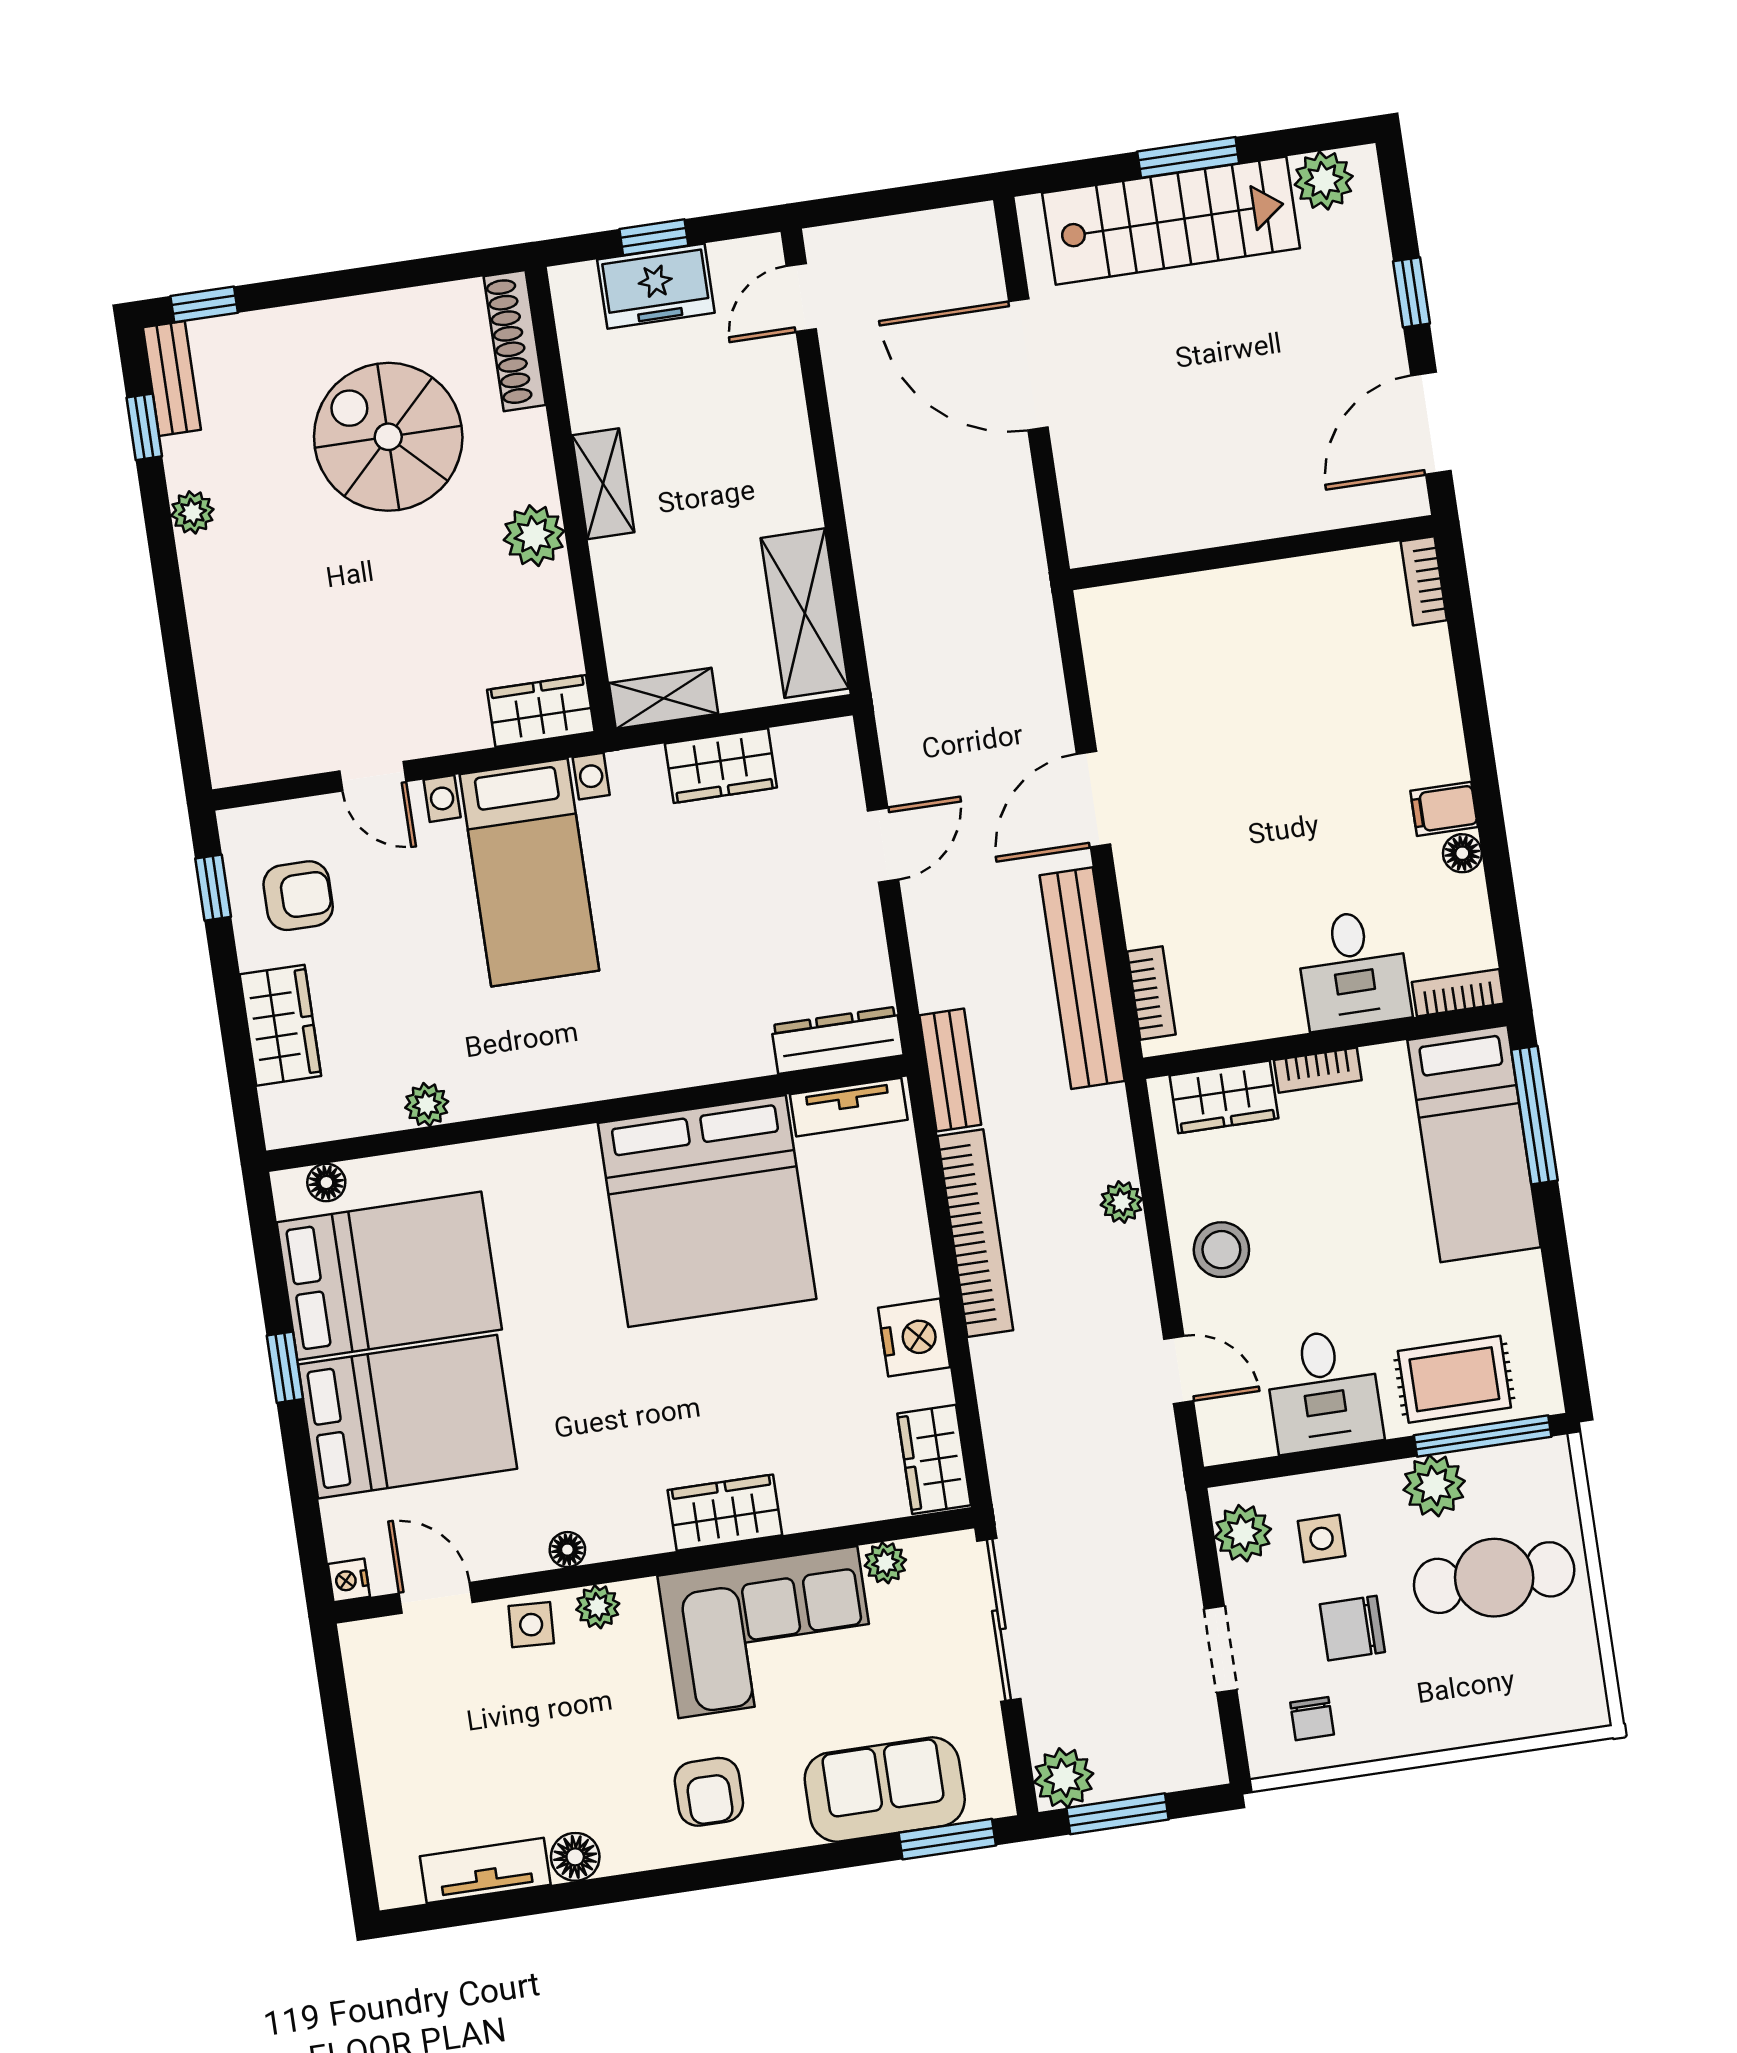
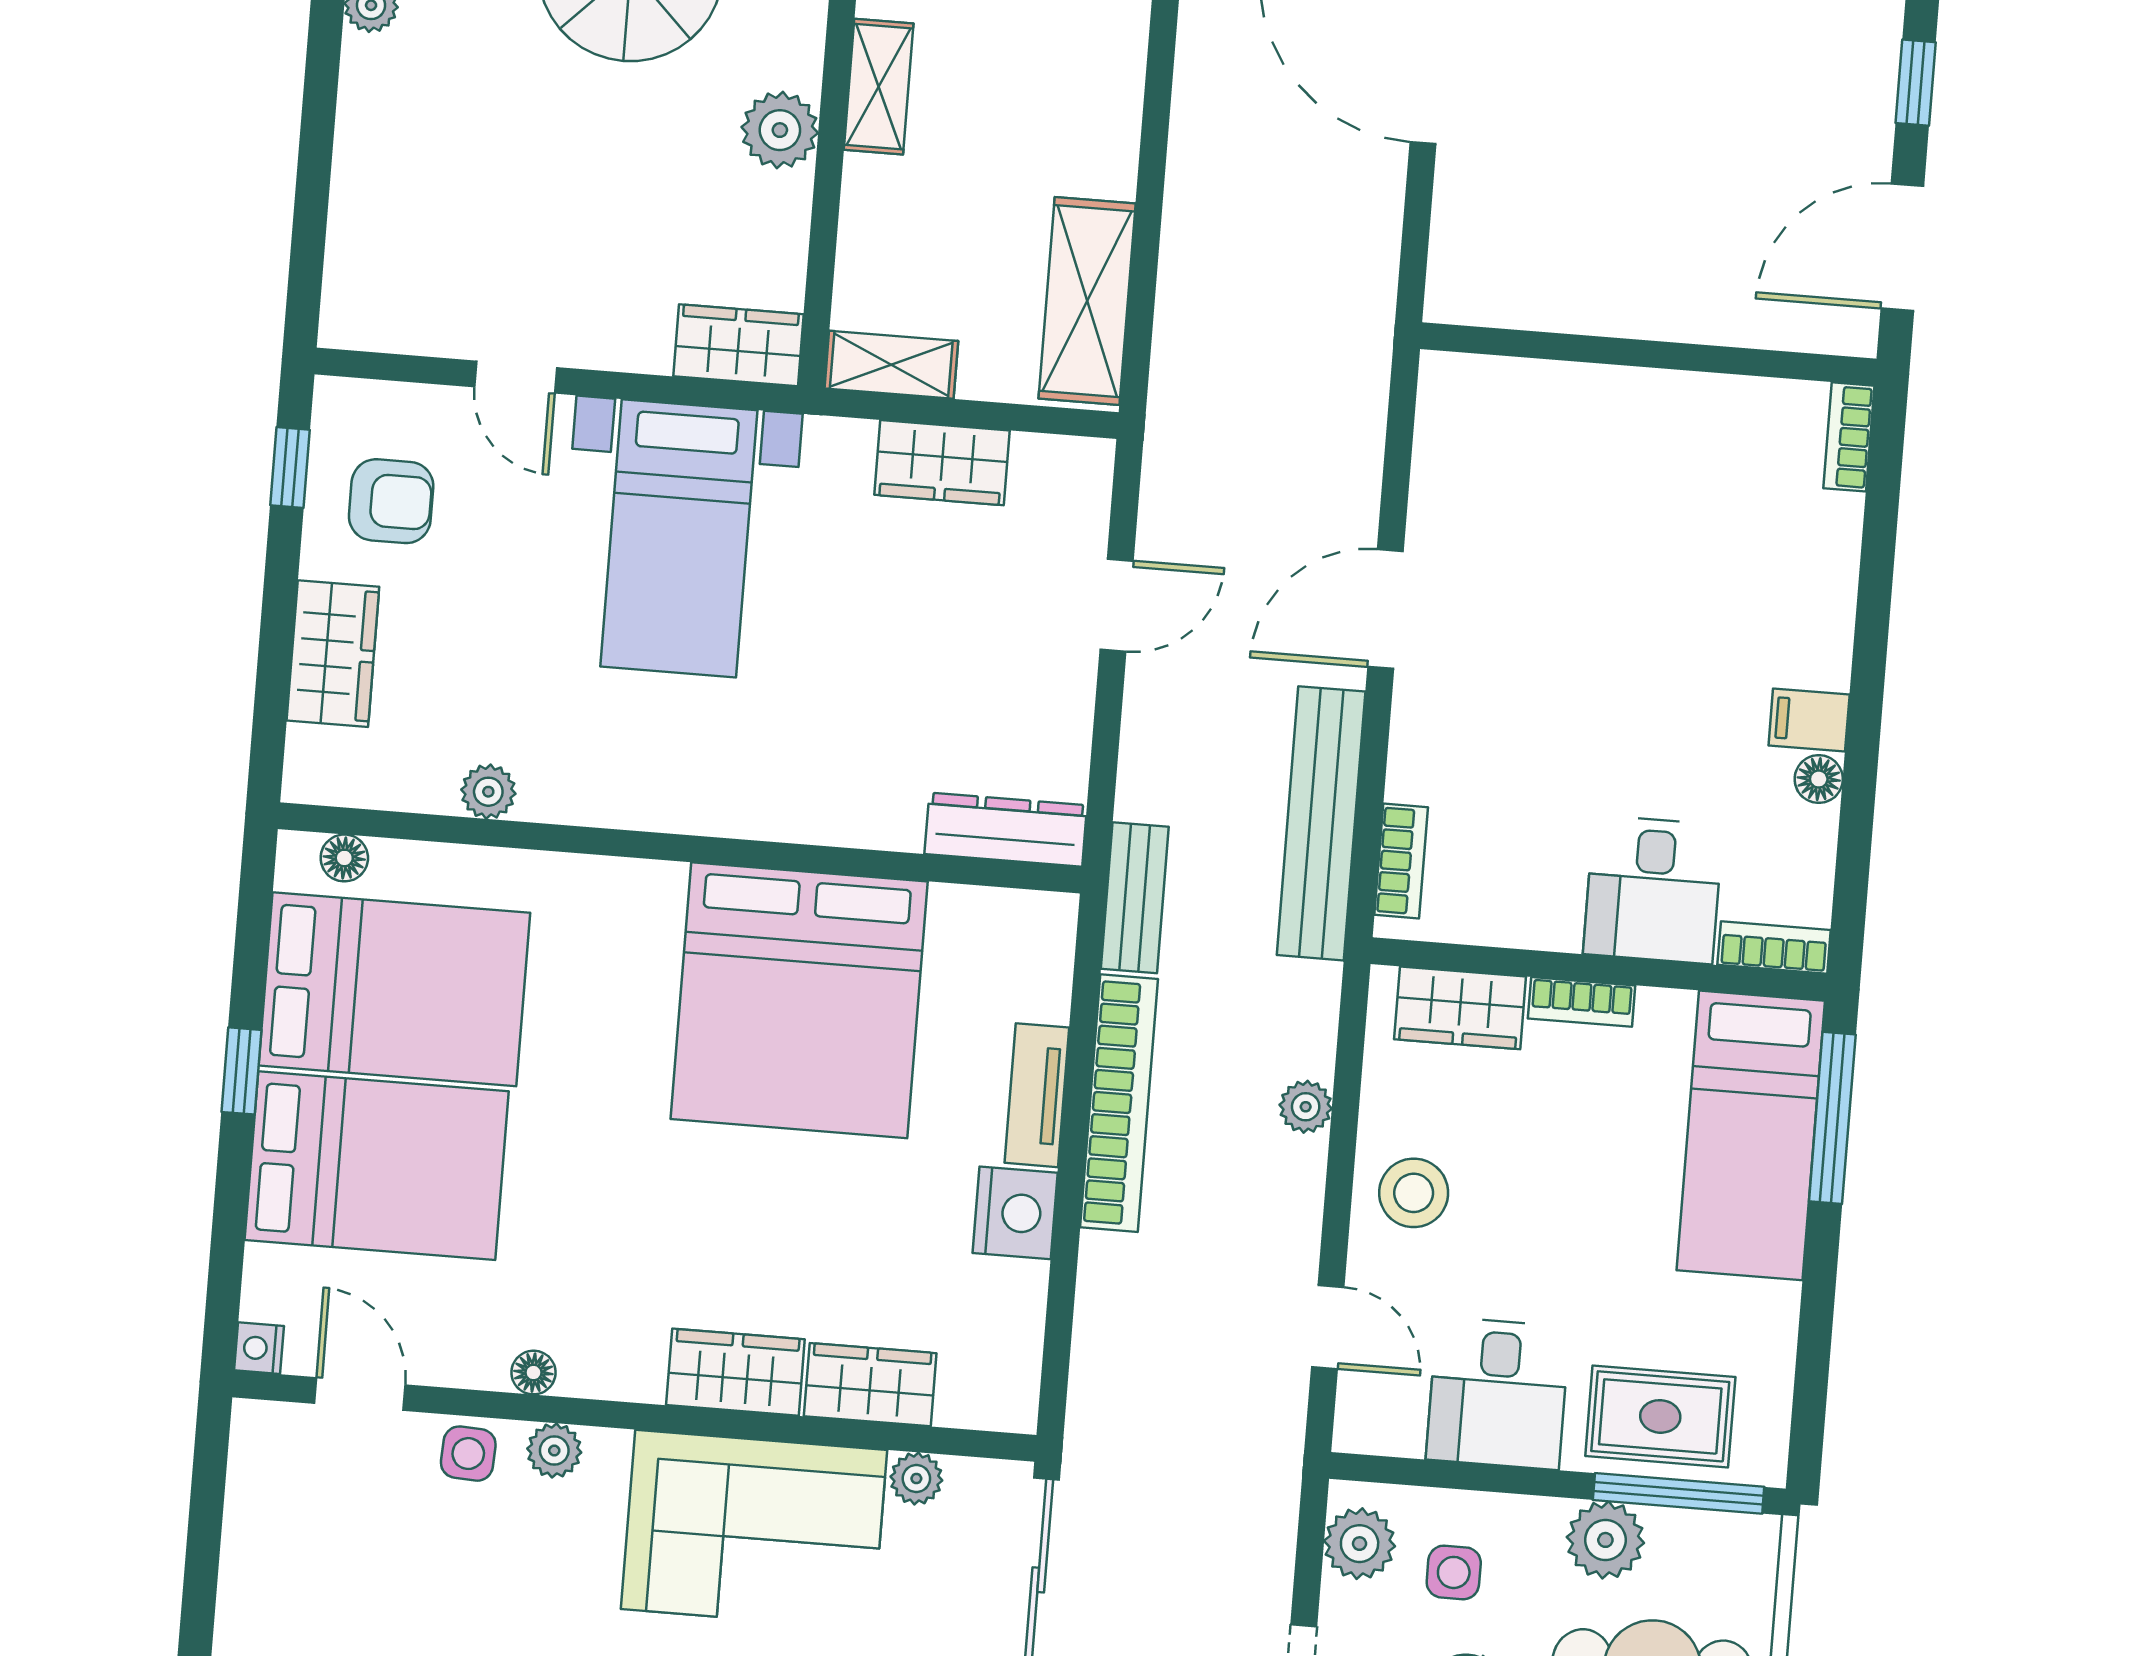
tv unit: (849, 1107) -> (1037, 1095), moved, turned 90
wardrobe: (934, 1459) -> (870, 1385), moved, turned 90

